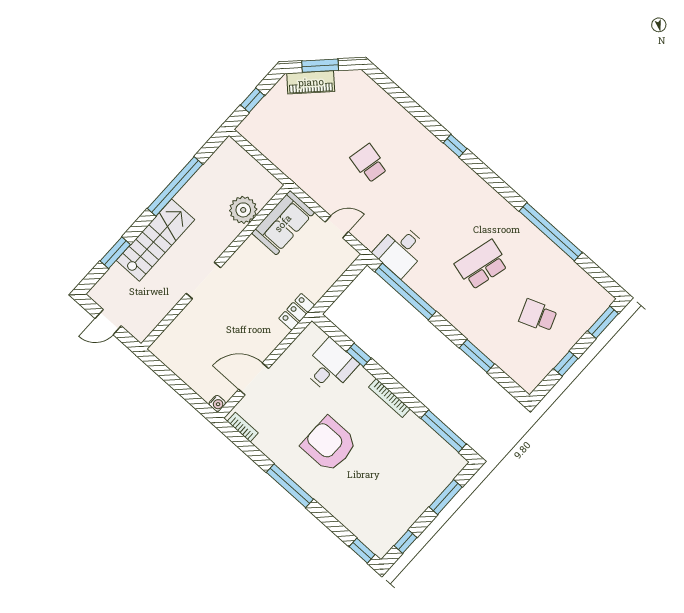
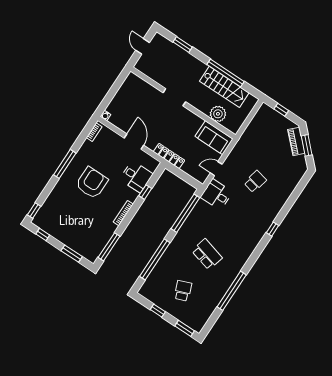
door: (337, 227) -> (216, 169), swing flipped
stairs: (155, 240) -> (224, 87), moved
desk: (400, 250) -> (216, 195), moved
locker: (297, 312) -> (169, 156), width x1.53
window: (477, 356) -> (155, 259), width x2.11
door: (254, 379) -> (134, 142), moved

